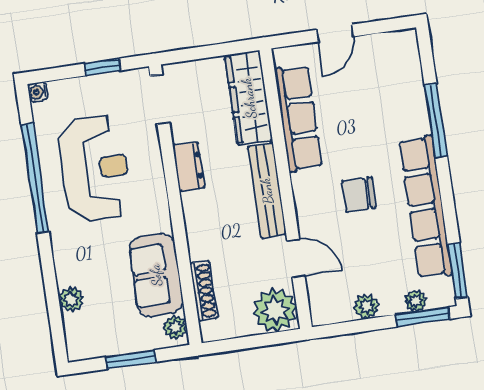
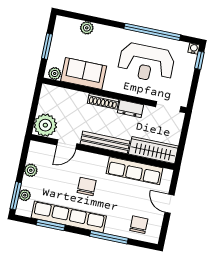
window: (103, 67) -> (199, 60), moved
chair: (393, 75) -> (139, 225), added
window: (458, 271) -> (51, 225), moved
shoe rack: (204, 291) -> (103, 101), moved

